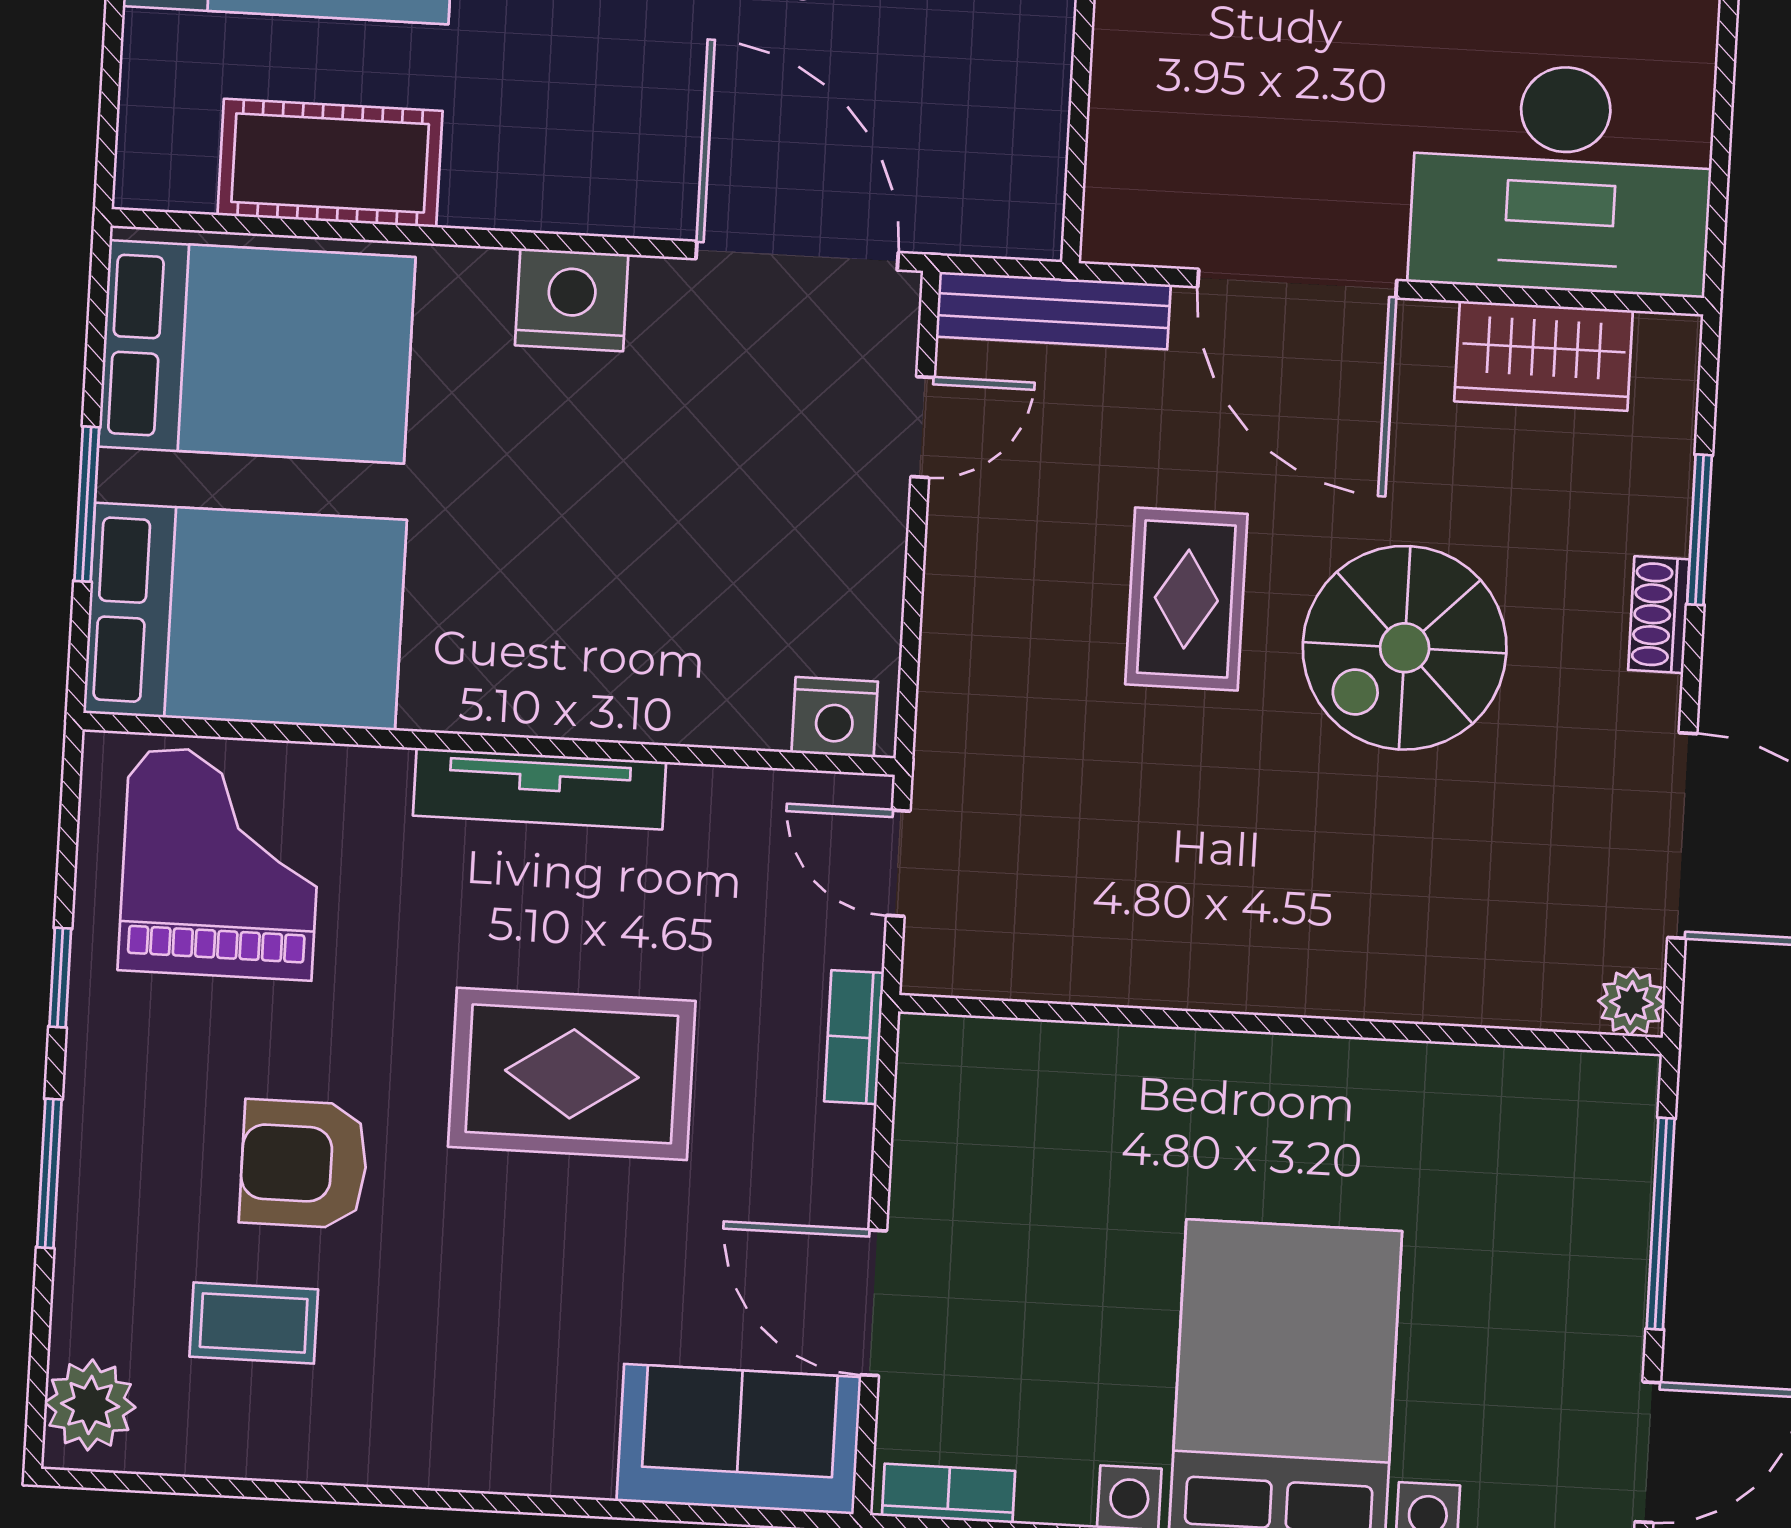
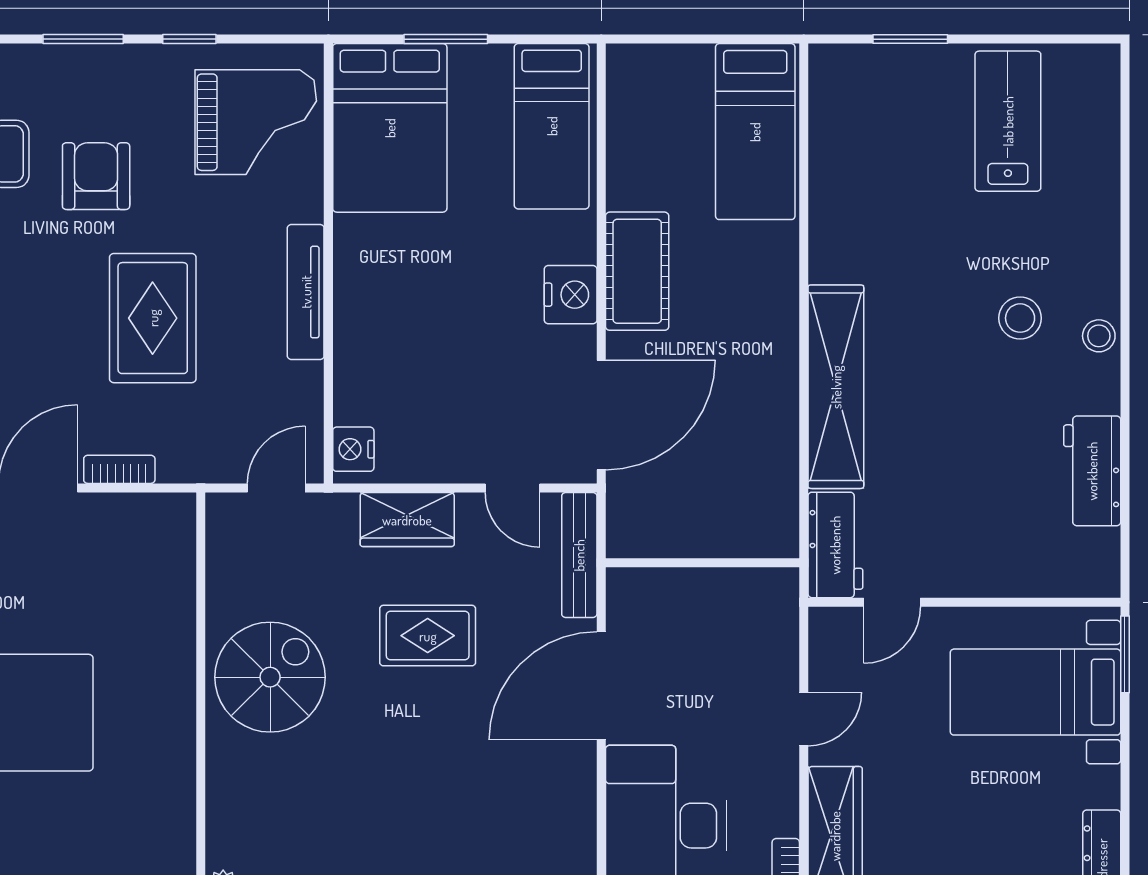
cot: (330, 163) -> (637, 271), moved
bed: (257, 352) -> (552, 126), width x0.67
wardrobe: (1544, 356) -> (407, 520), moved, turned -90
spiral stairs: (1405, 648) -> (270, 677), moved, turned 90
bookcase: (854, 1037) -> (119, 469), moved

